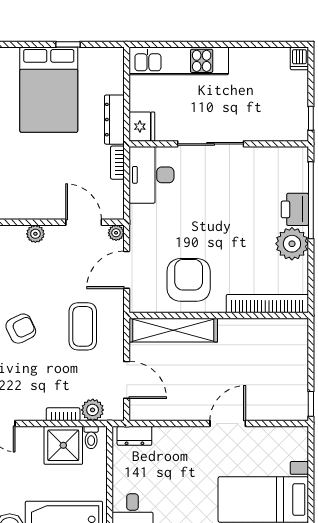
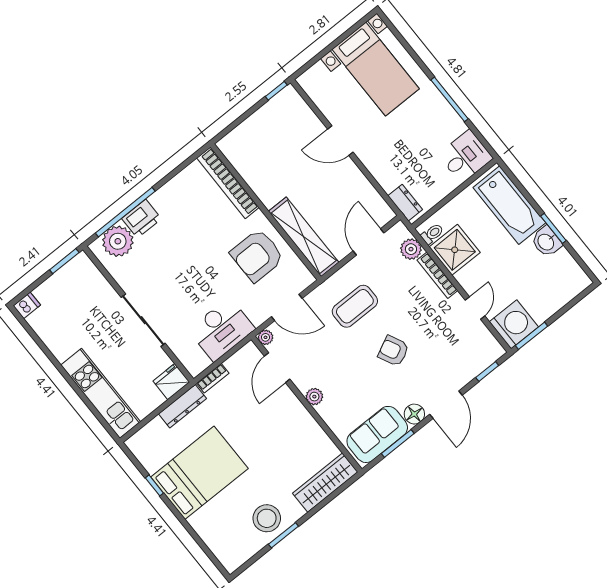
window: (311, 118) -> (64, 261), width x1.50
desk: (151, 175) -> (222, 329), moved
plant: (292, 244) -> (118, 241), moved
bookcase: (63, 414) -> (437, 275), width x1.56

